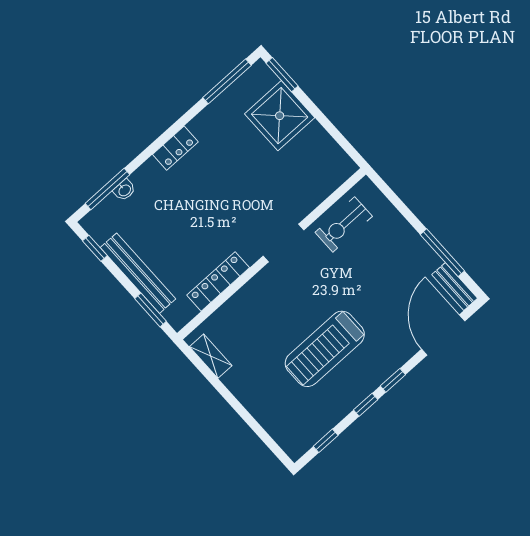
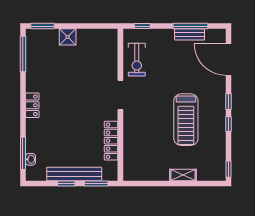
shower: (280, 116) -> (68, 37), width x0.54, depth x0.54
washbasin: (124, 190) -> (30, 159), moved
window: (390, 195) -> (142, 26), added
window: (95, 248) -> (66, 184), moved
bench: (455, 286) -> (190, 34), moved
shelving: (211, 356) -> (183, 175), moved
window: (326, 441) -> (229, 169), moved

